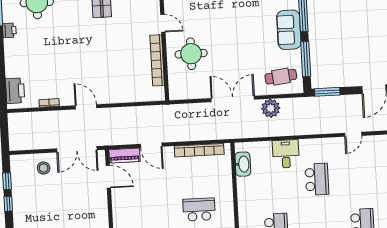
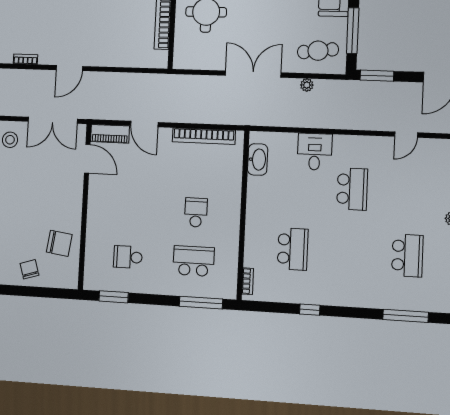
door: (86, 107) -> (69, 68), swing flipped
plant: (271, 108) -> (307, 85), width x0.53, depth x0.53
school desk: (199, 209) -> (196, 212), width x0.54

